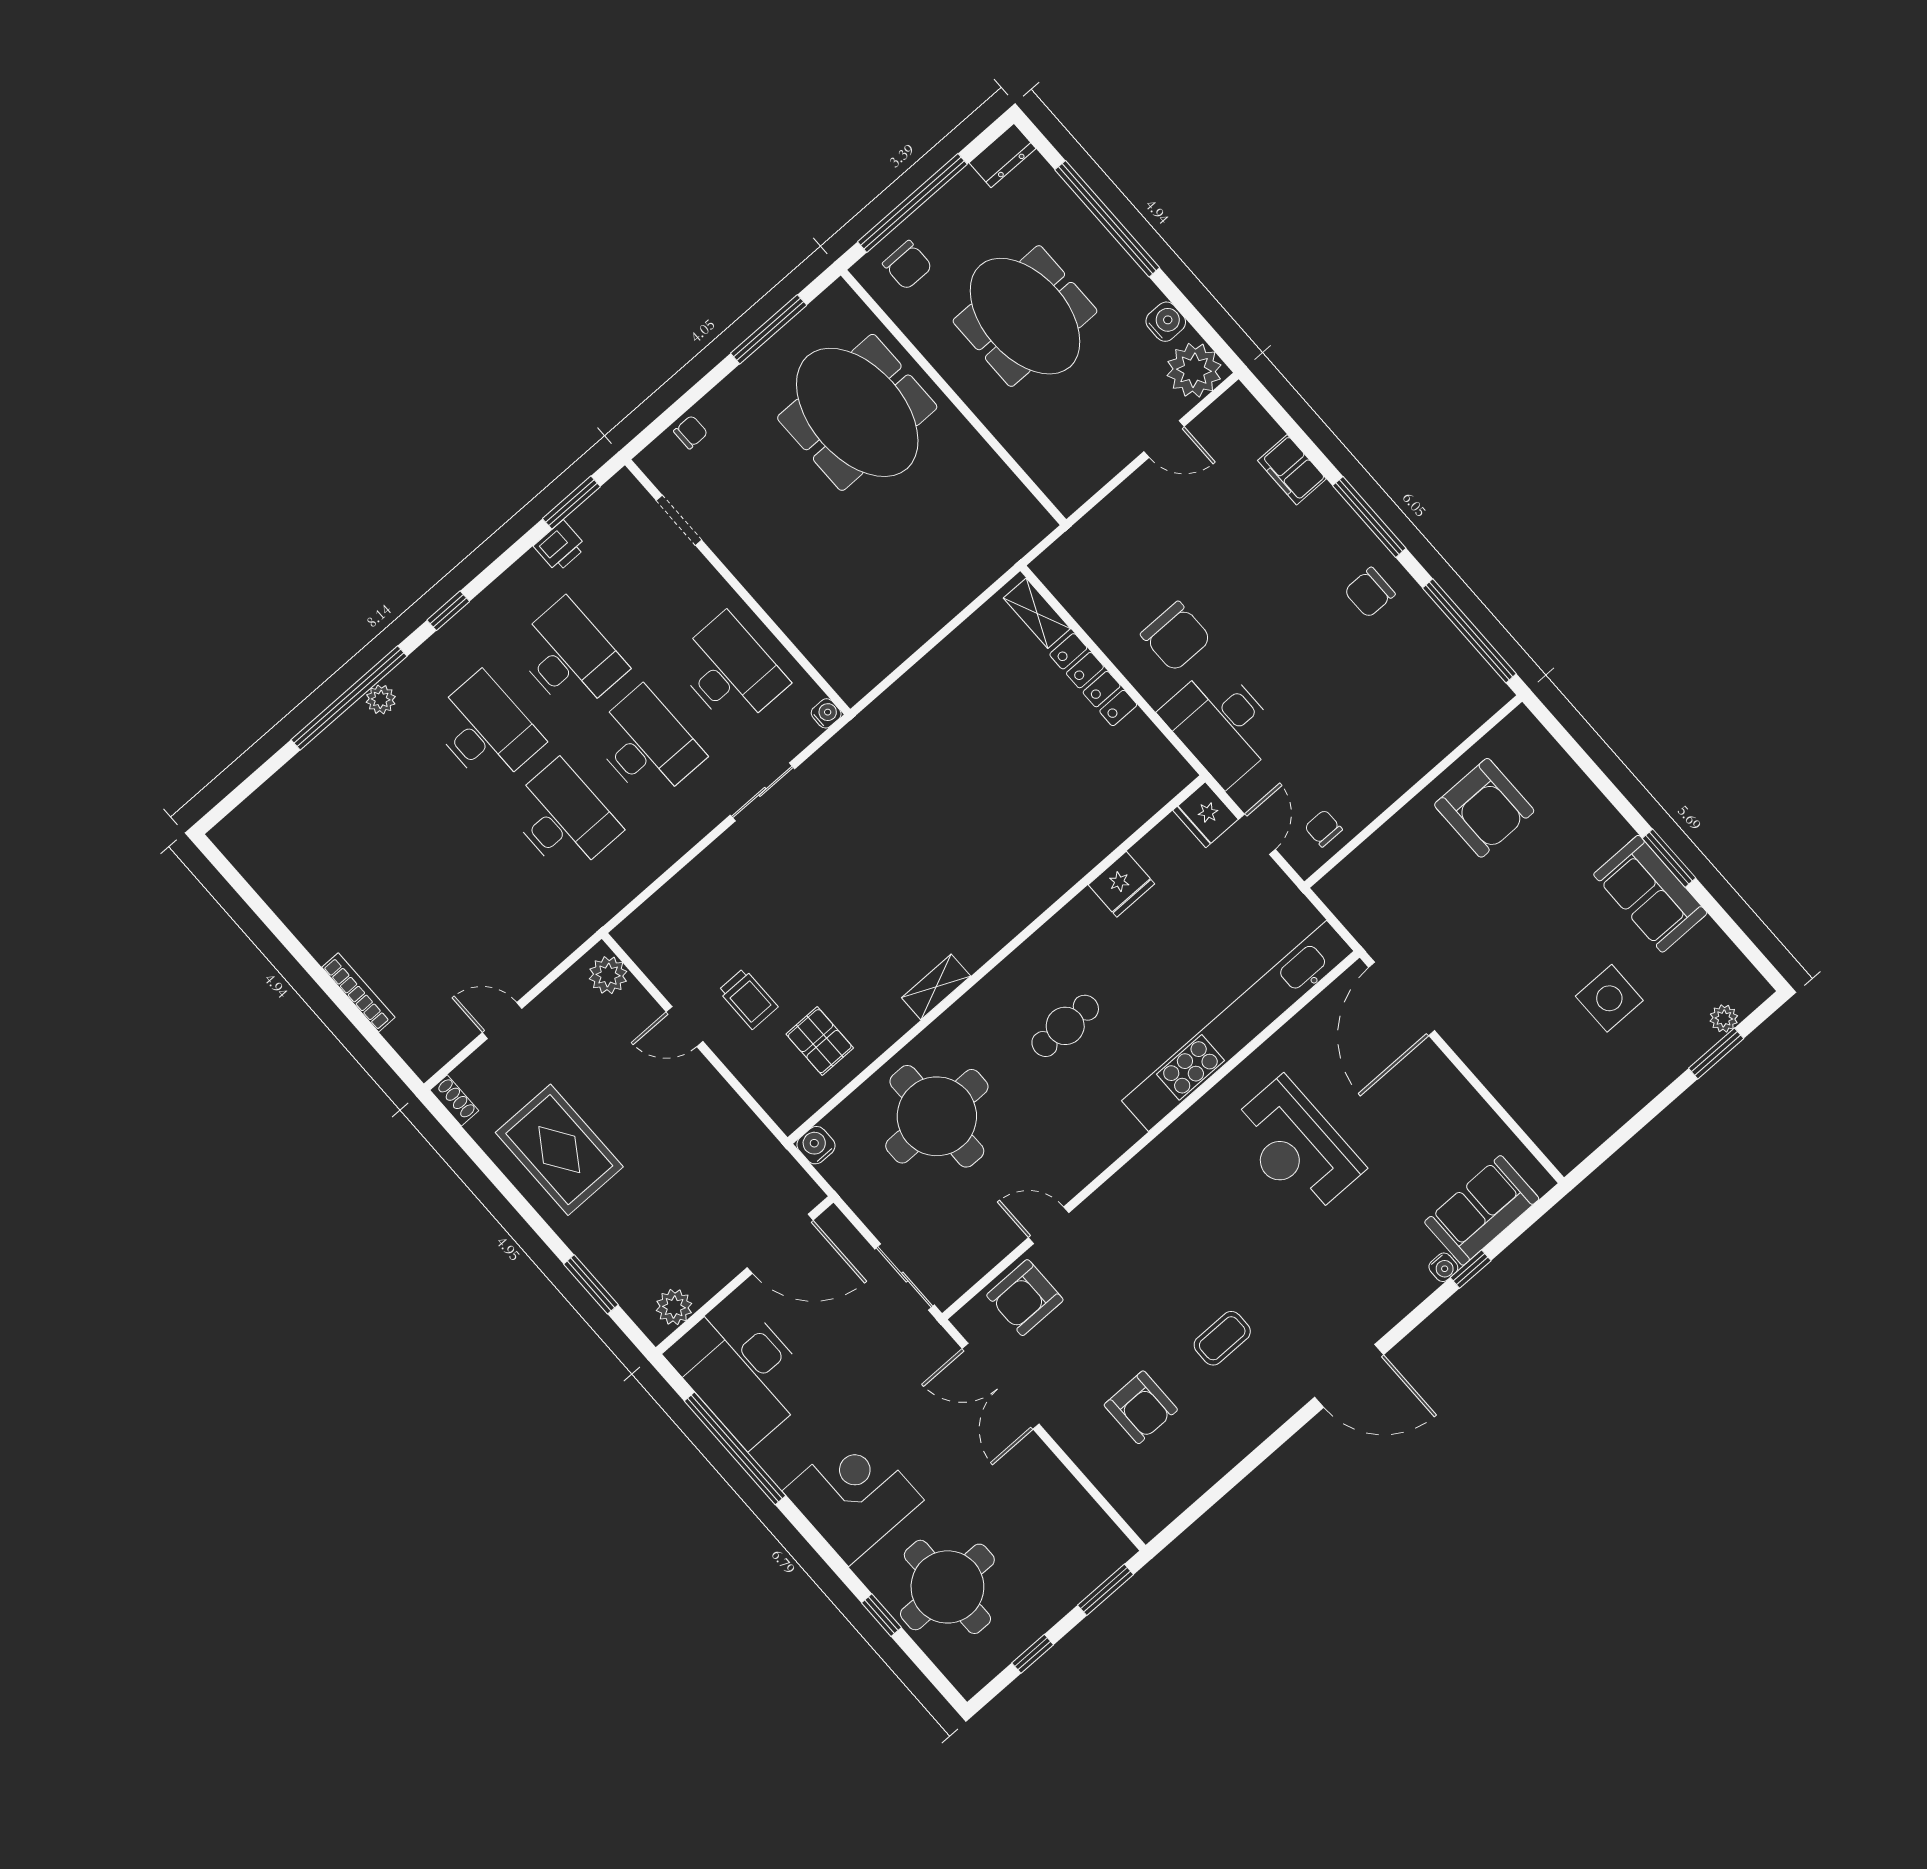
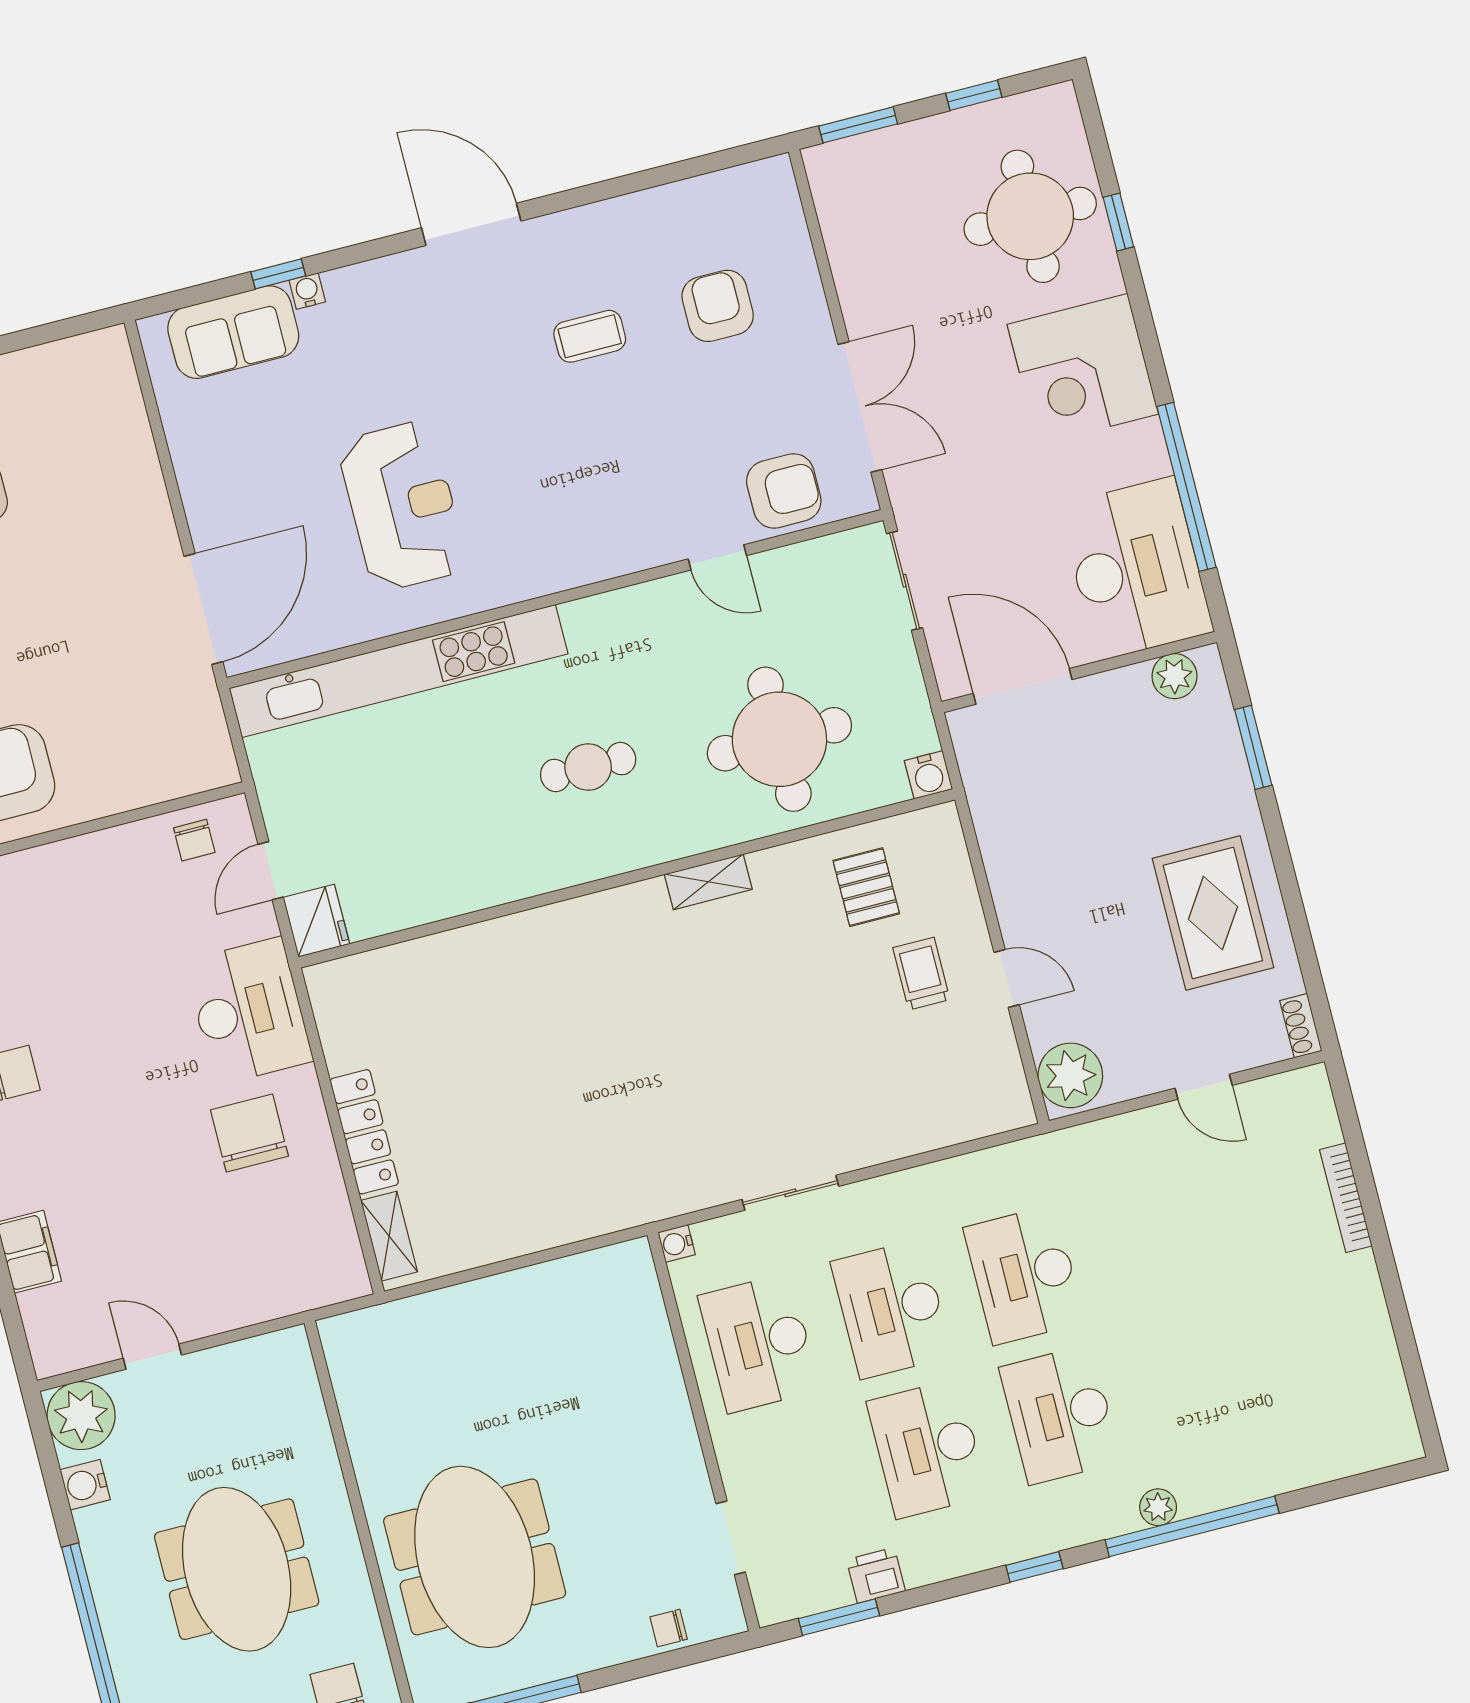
fridge: (1121, 884) -> (447, 891), removed
plant: (608, 975) -> (1070, 1075), width x1.36, depth x1.36

